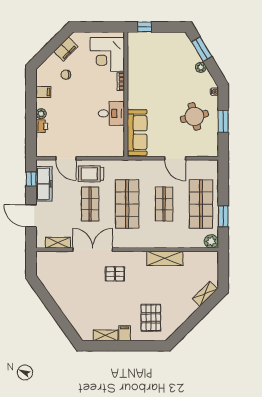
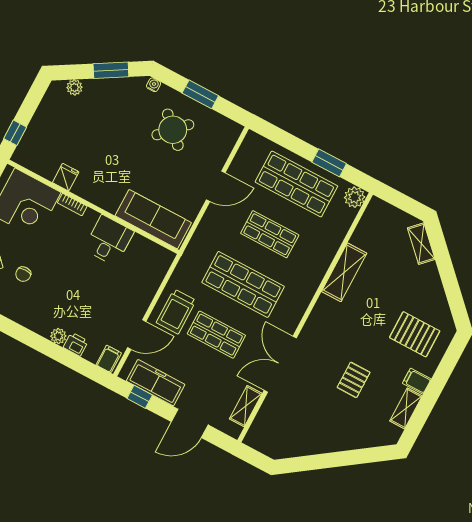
window: (202, 49) -> (111, 70), moved
plant: (201, 67) -> (74, 87), moved
fridge: (135, 69) -> (66, 177), added
filing cabinet: (43, 92) -> (109, 359), moved
round table: (194, 116) -> (173, 130), turned -32
pallet: (115, 274) -> (354, 380), moved

